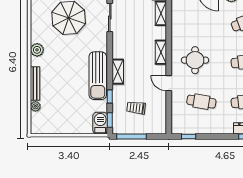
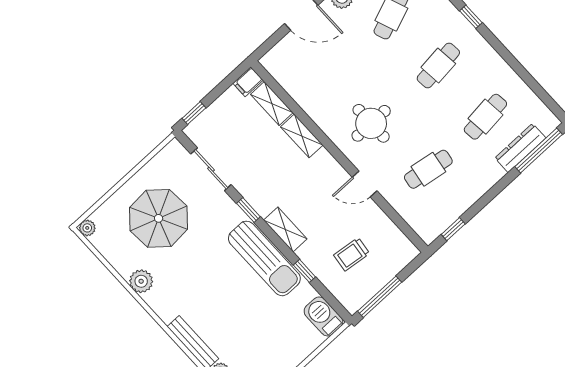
plant: (37, 50) -> (141, 281), moved
shelving: (161, 52) -> (302, 136), moved
window: (110, 120) -> (248, 210), moved

